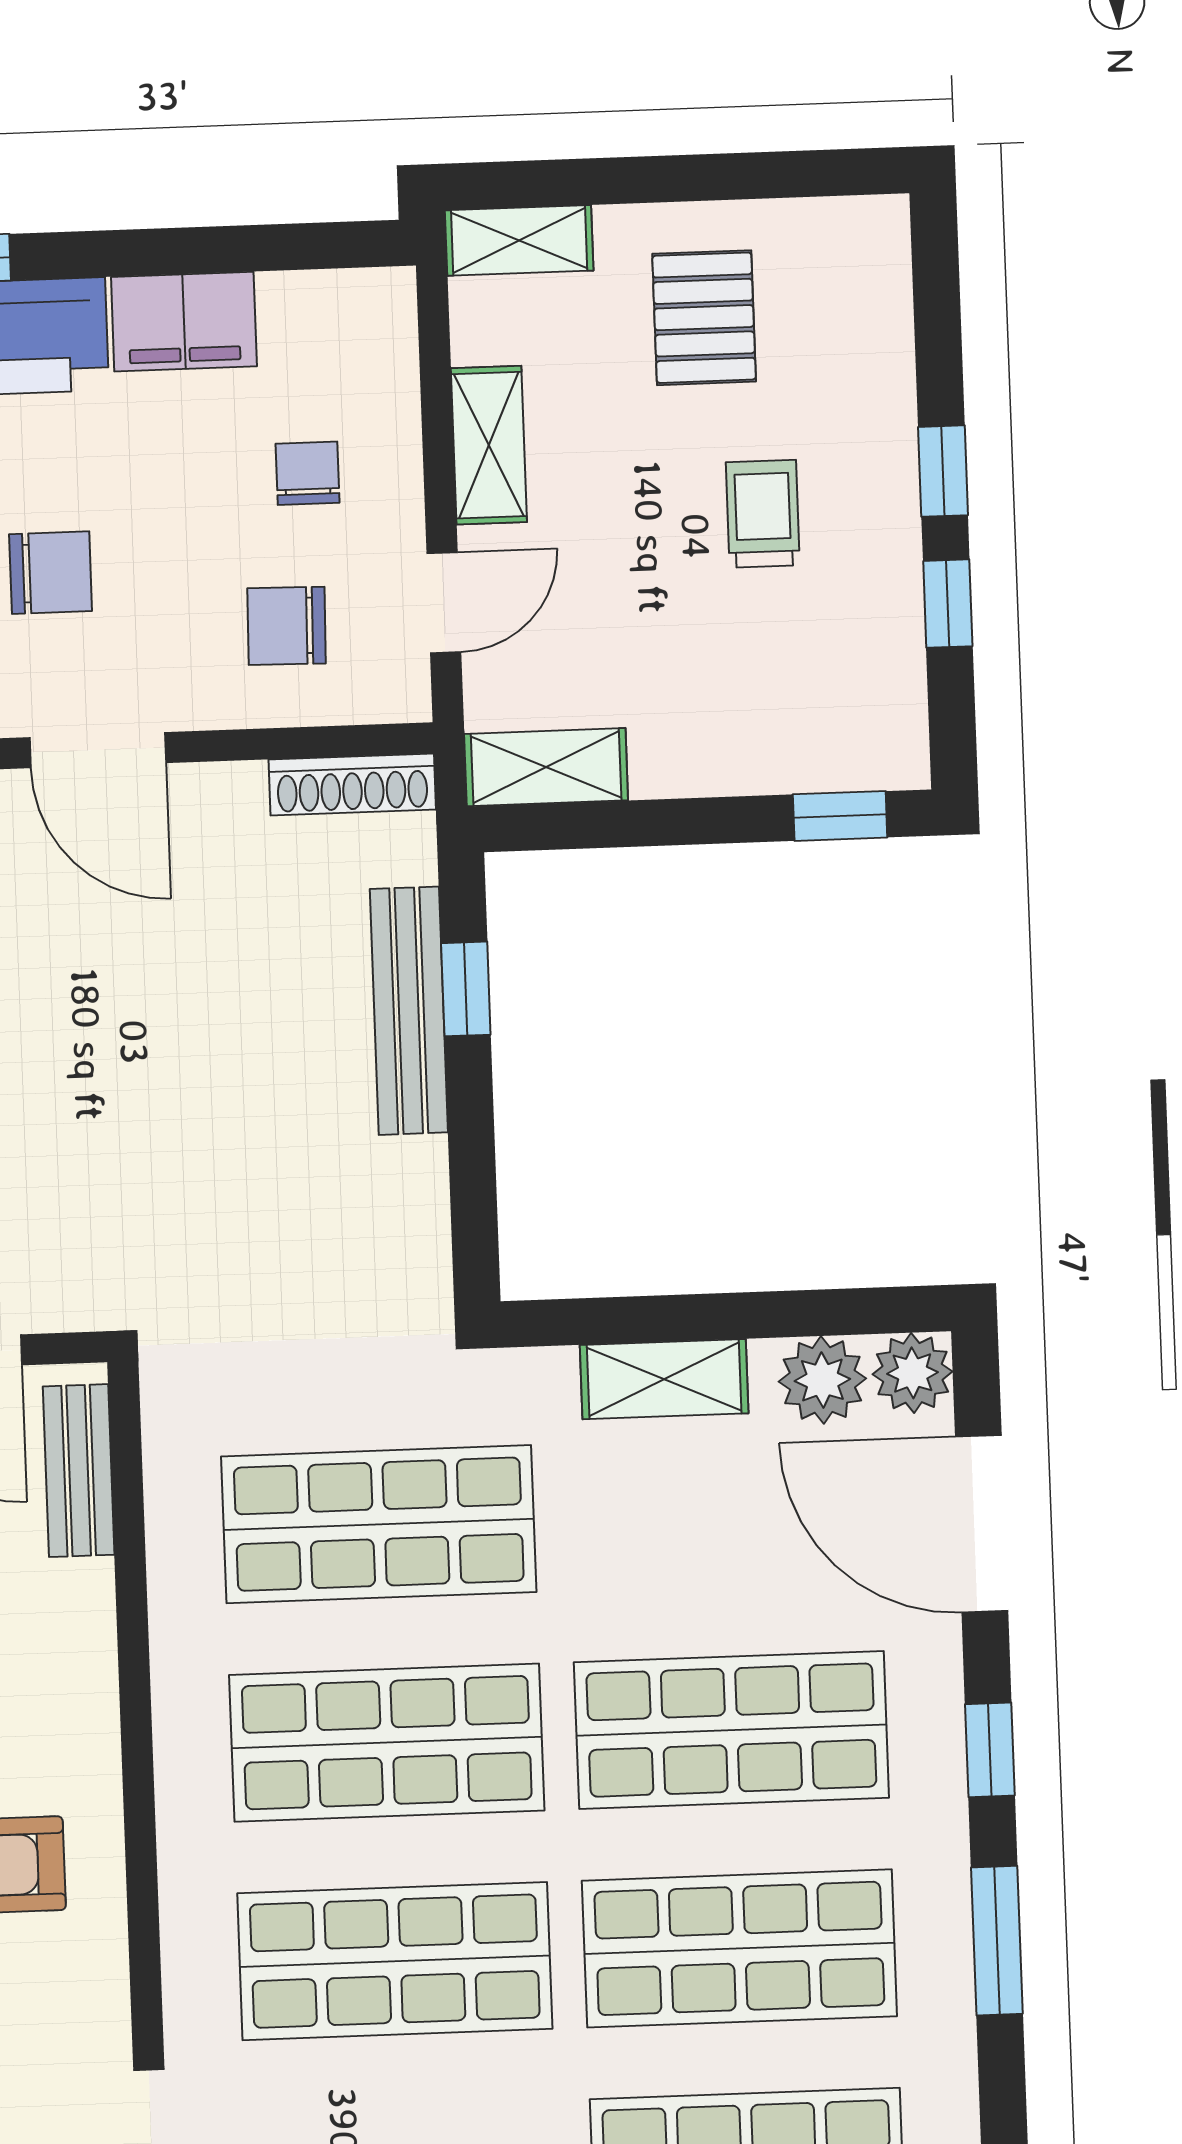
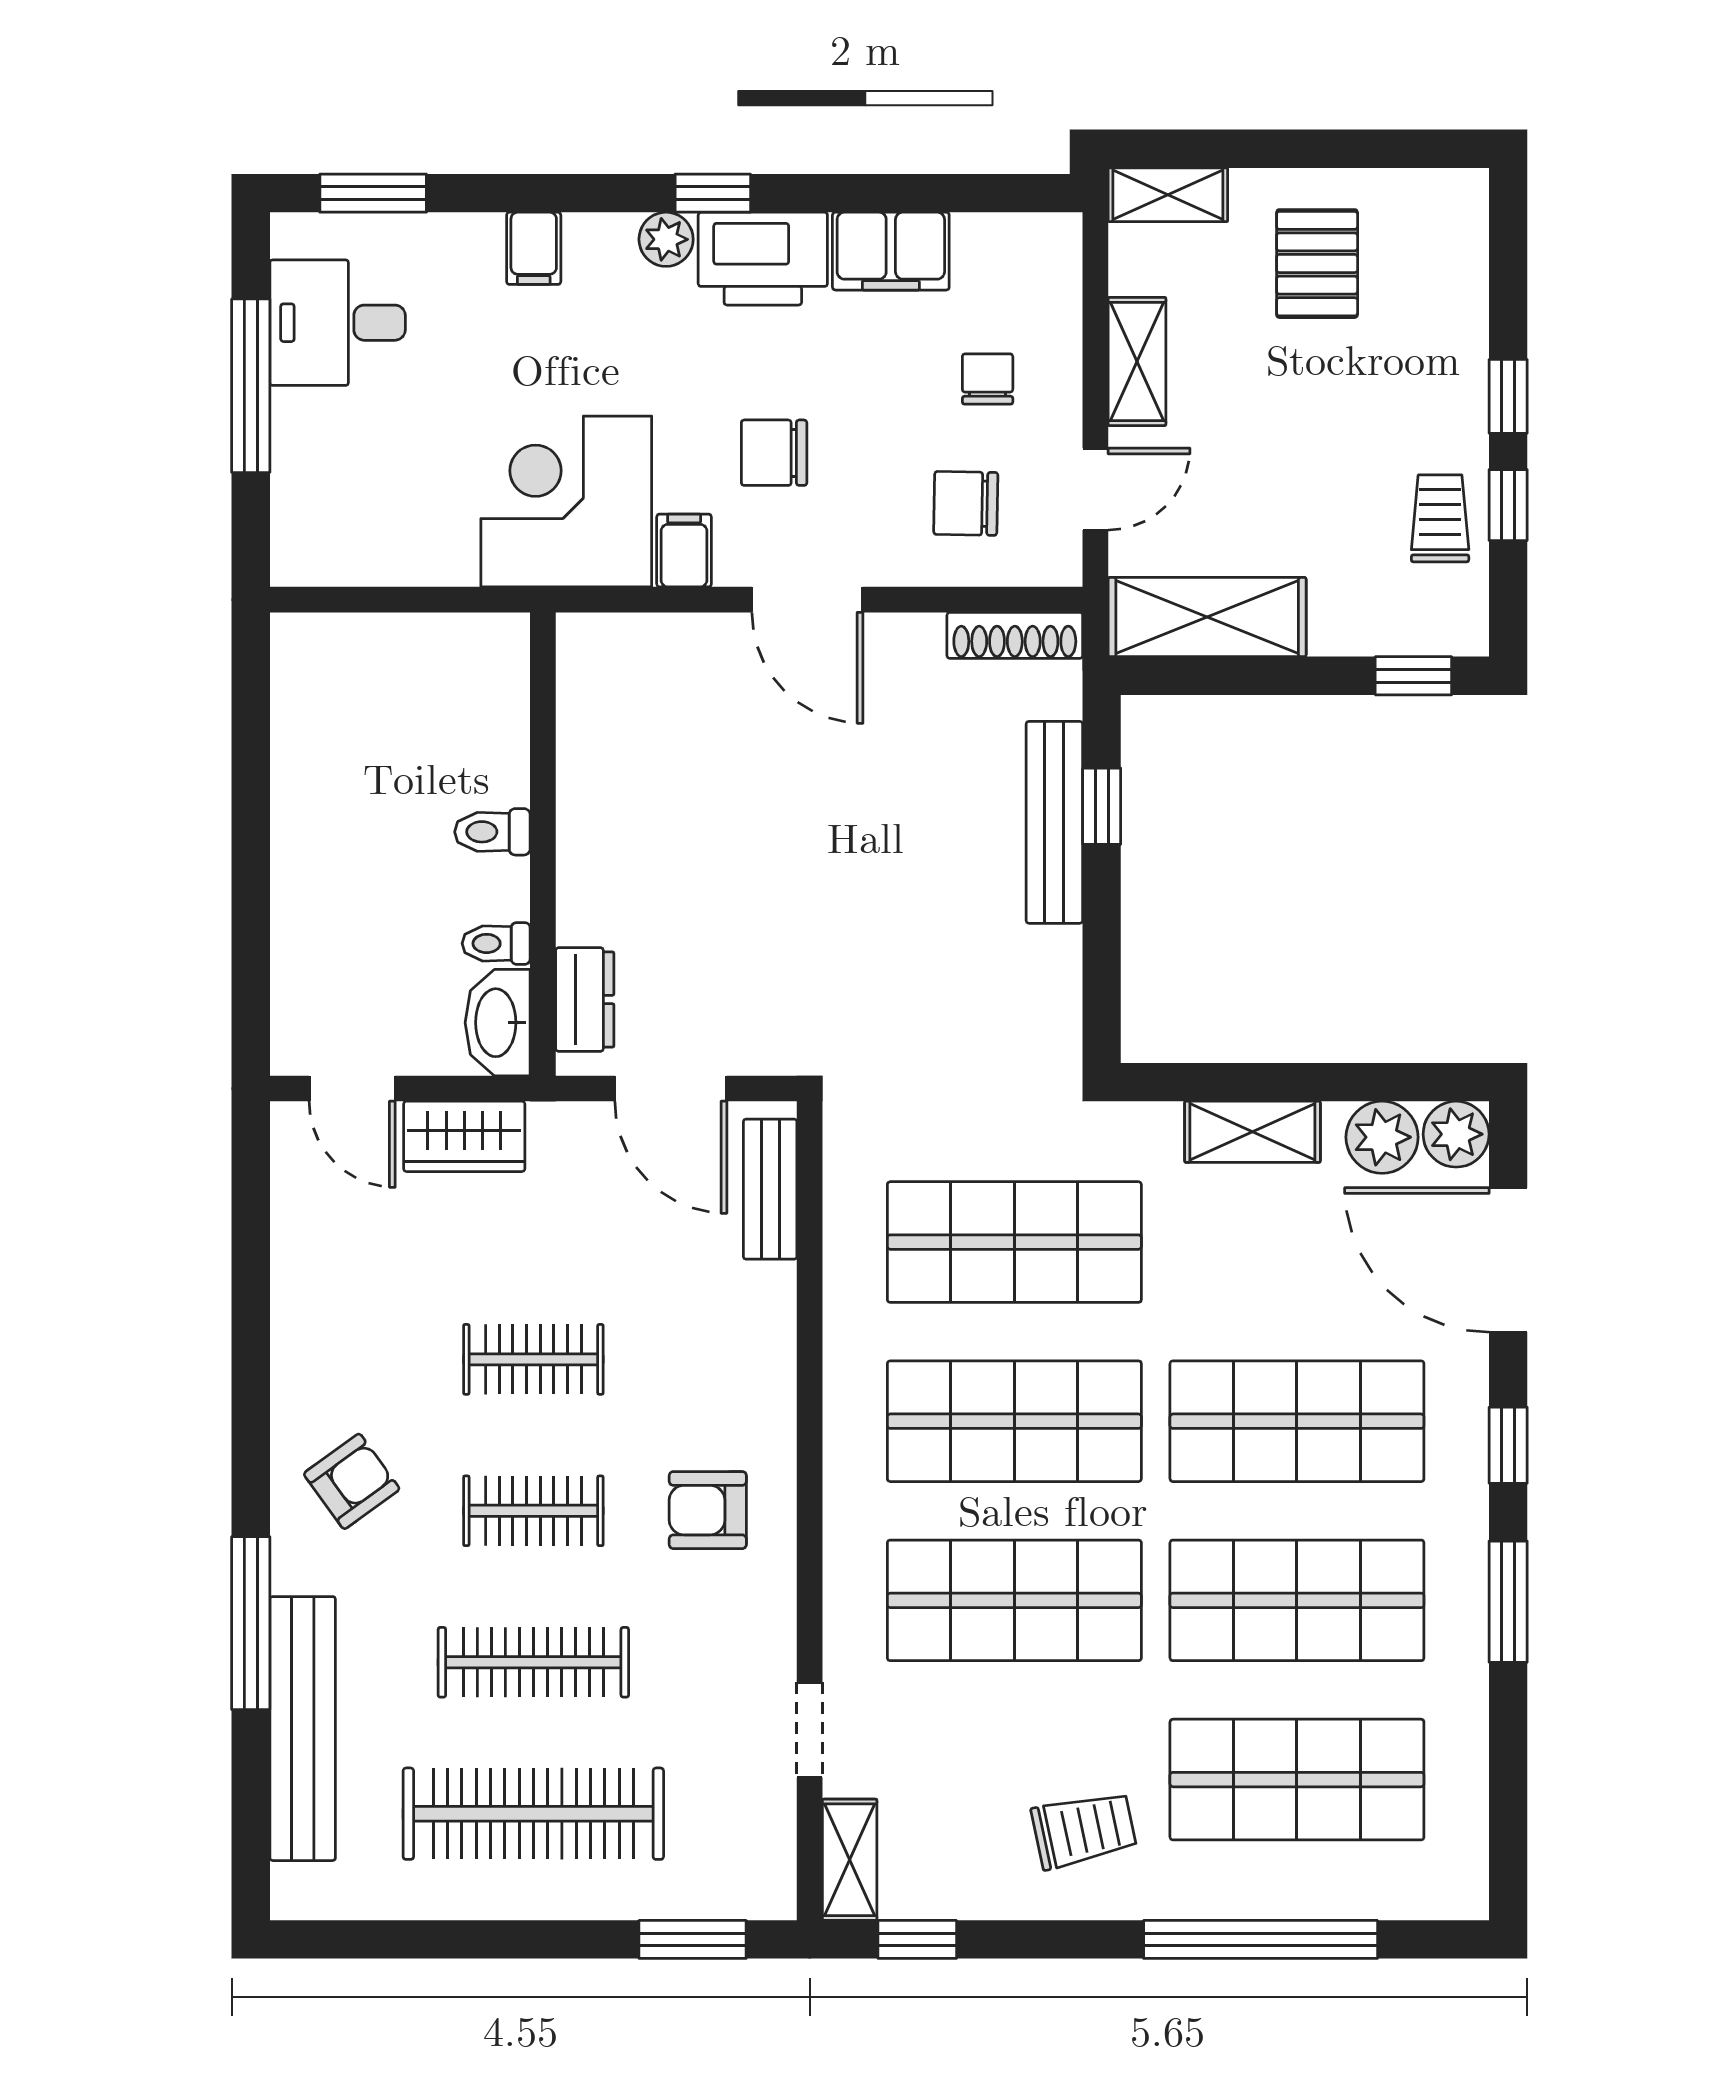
trolley: (763, 514) -> (1440, 518), moved
chair: (51, 573) -> (774, 453), turned 180
shelving: (546, 767) -> (1207, 617), width x1.50, depth x1.33

